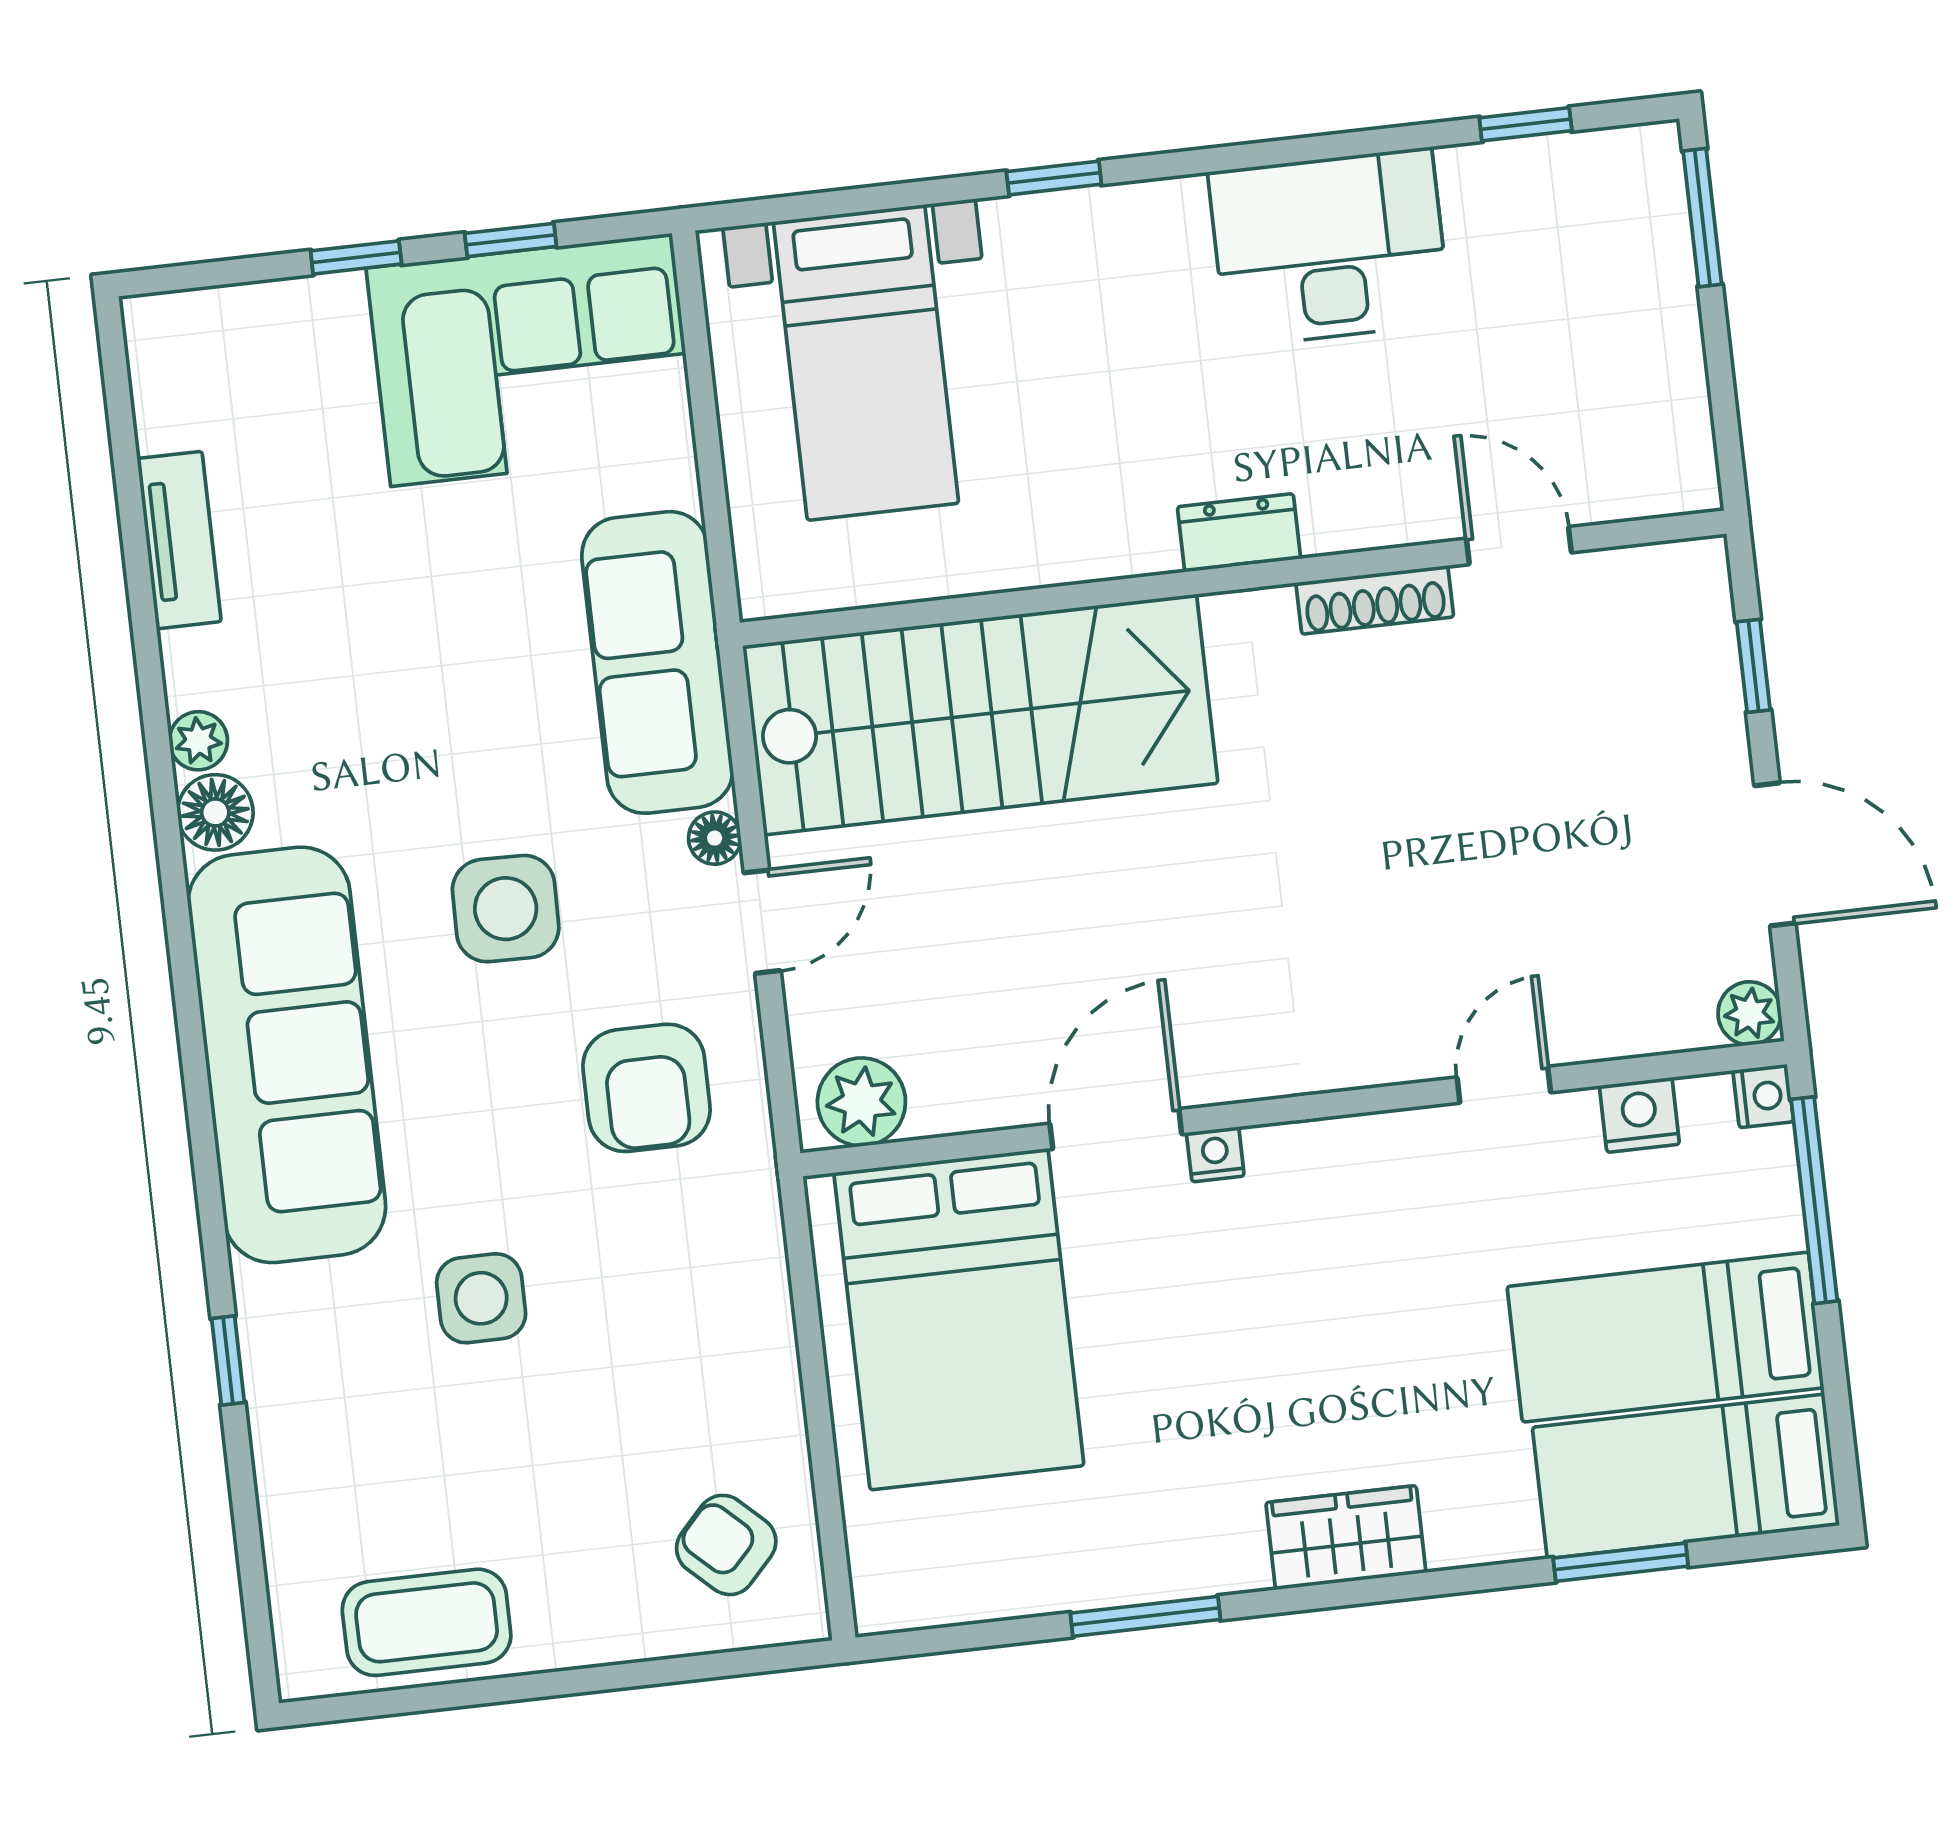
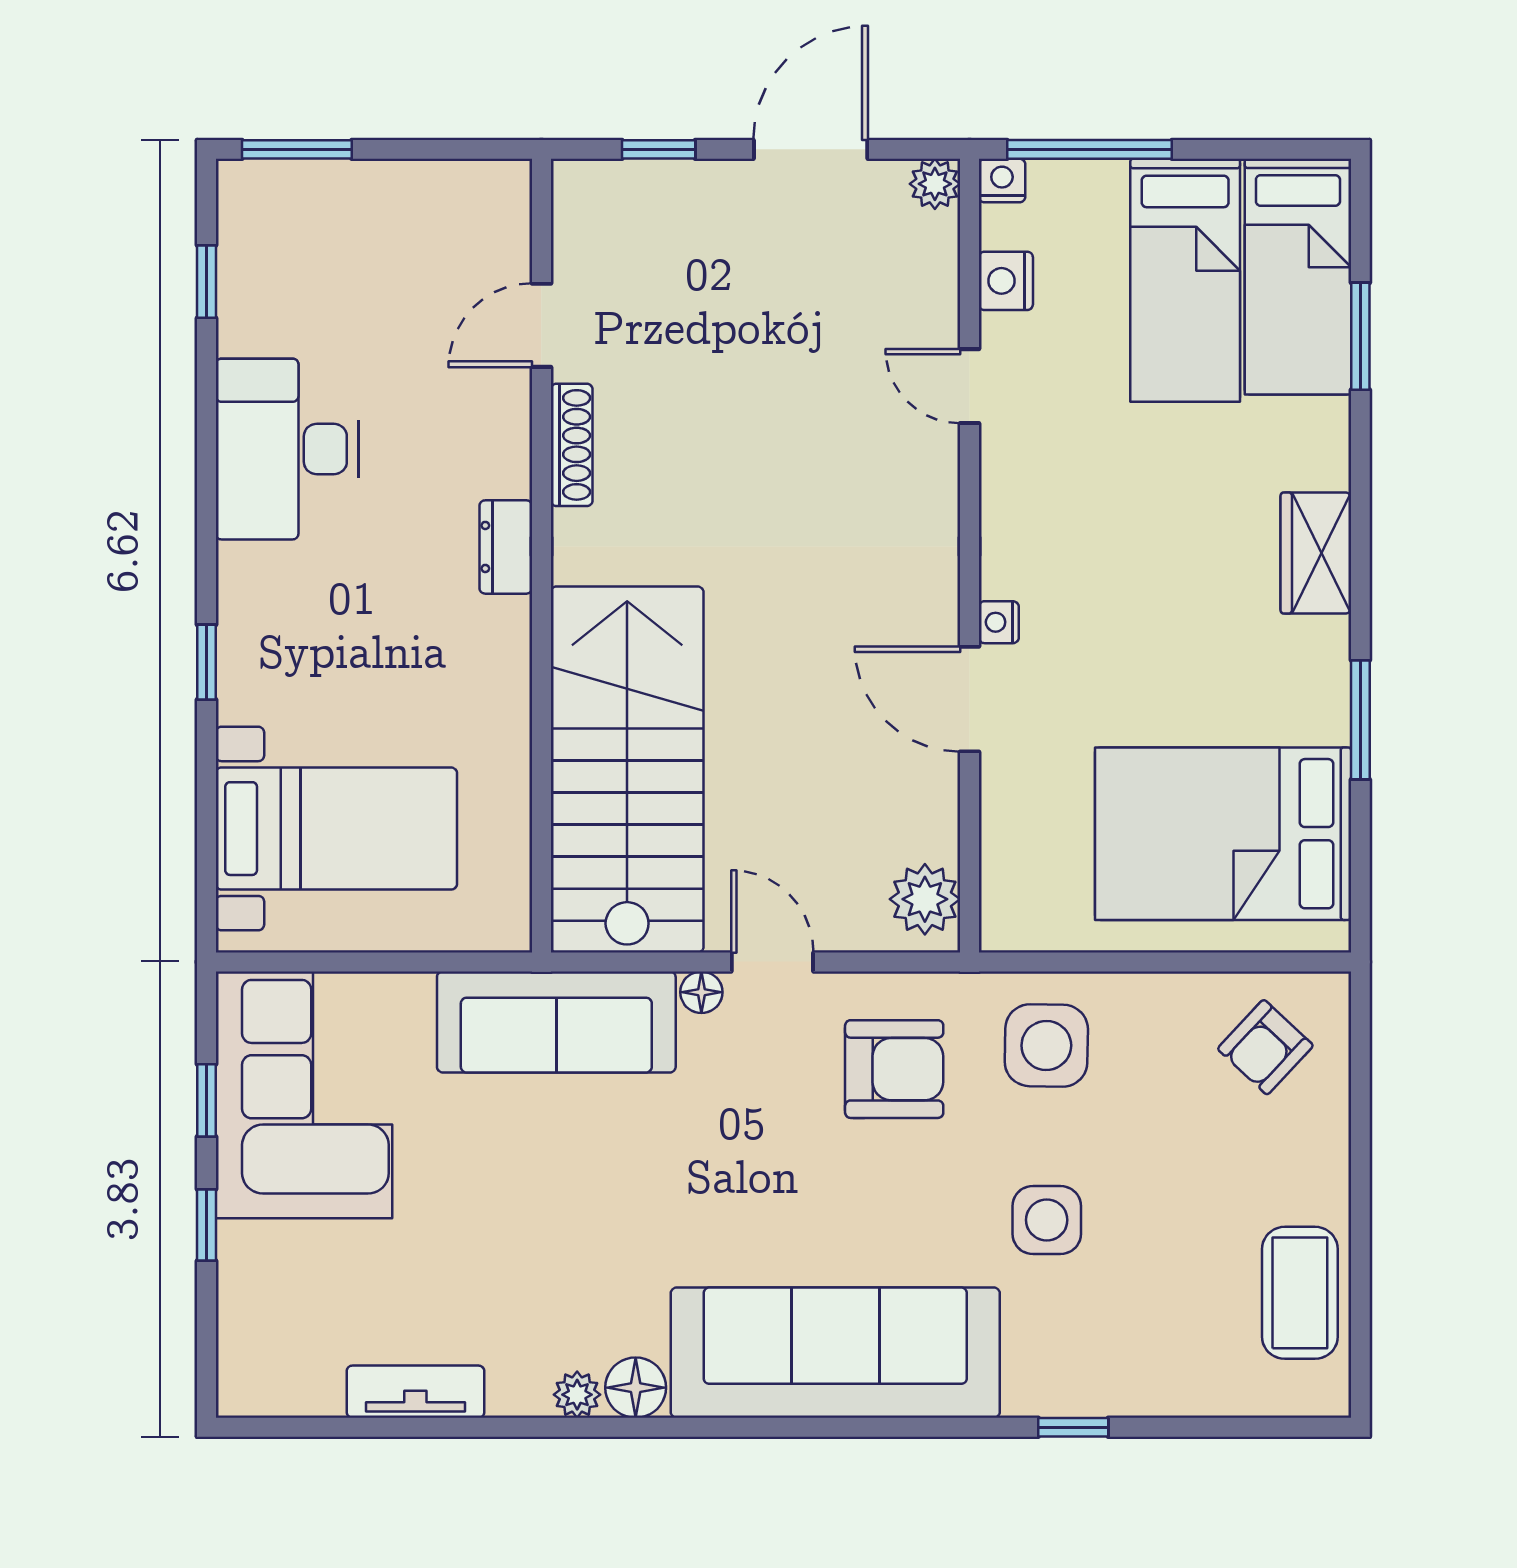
side table: (506, 909) -> (1046, 1045), moved
bed: (959, 1319) -> (1223, 834), moved, turned 180

